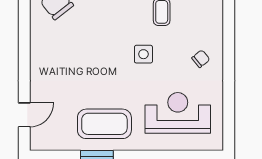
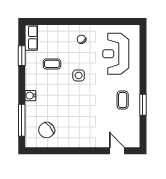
coffee table: (104, 124) -> (123, 100), width x0.54, depth x0.58

